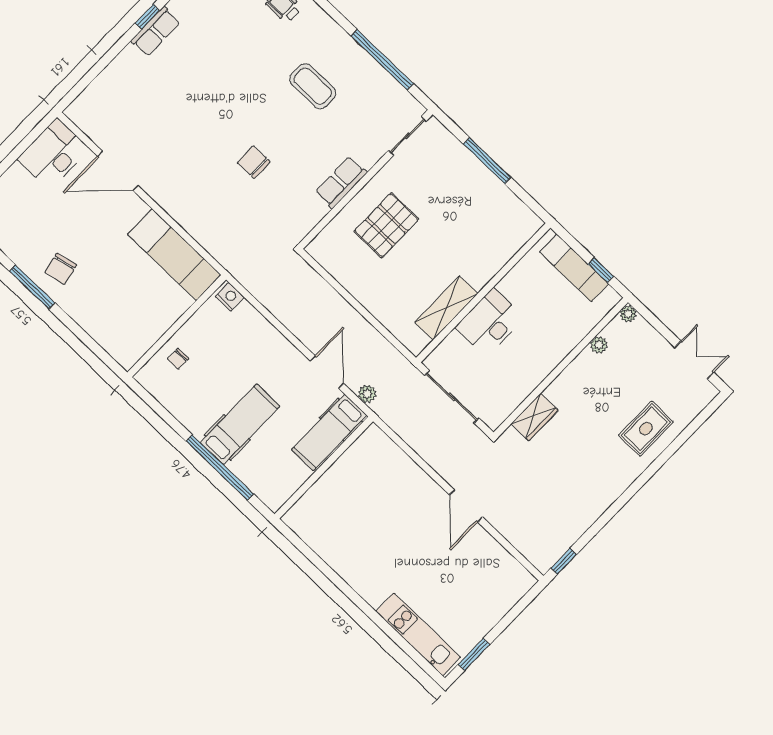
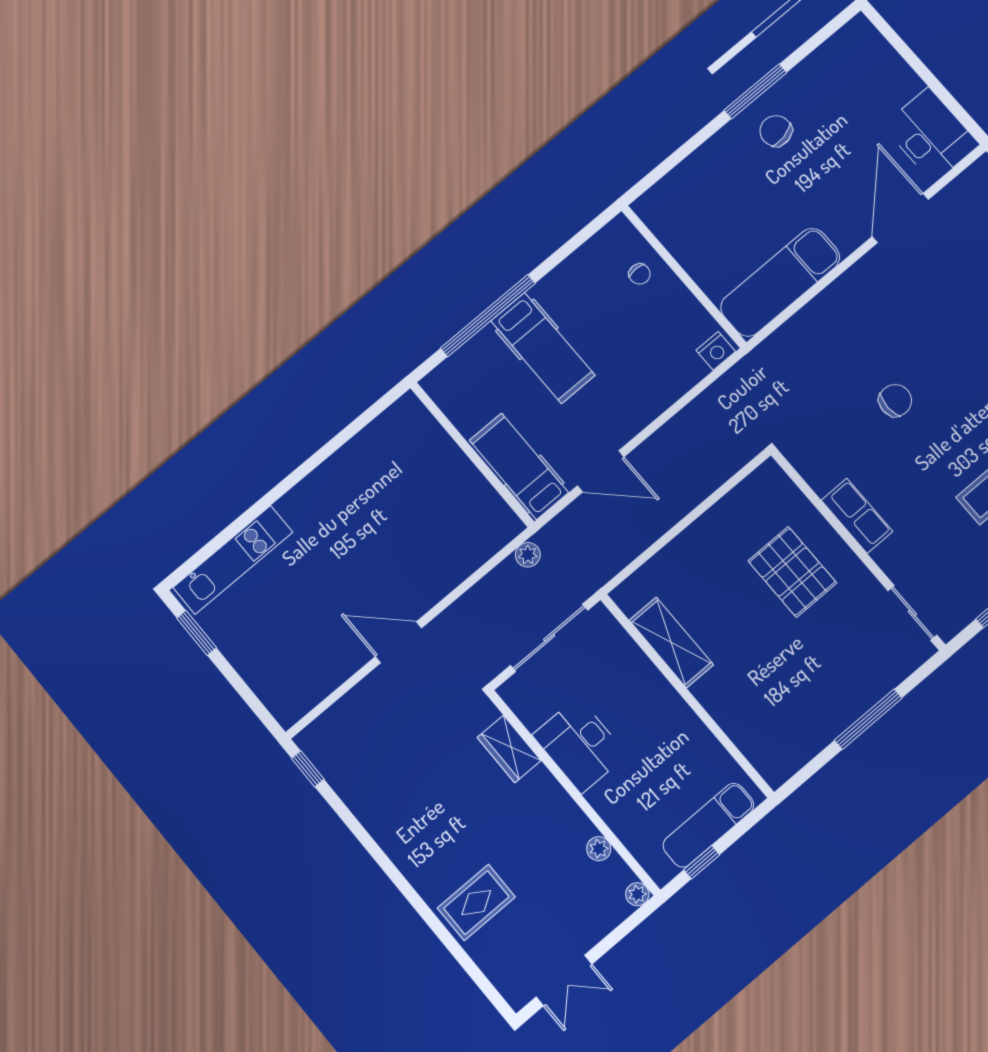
desk: (490, 323) -> (580, 745), moved, turned 180
chair: (178, 359) -> (640, 274), turned 180
plant: (367, 394) -> (528, 555), moved
rug: (646, 429) -> (476, 903), turned 90

